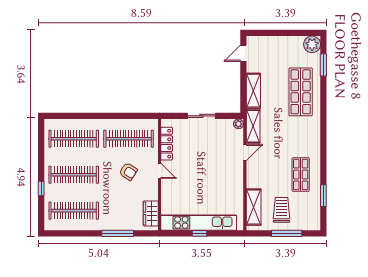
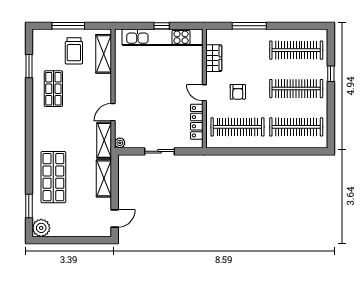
armchair: (128, 172) -> (238, 92), turned -123
wardrobe: (151, 213) -> (214, 58), moved

